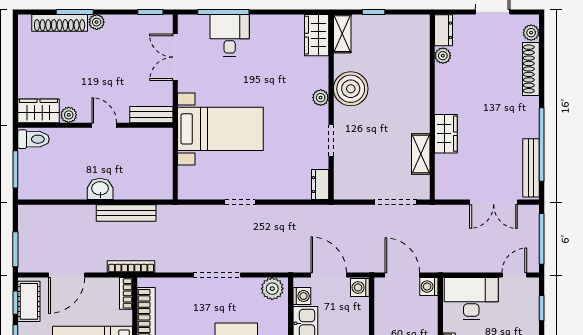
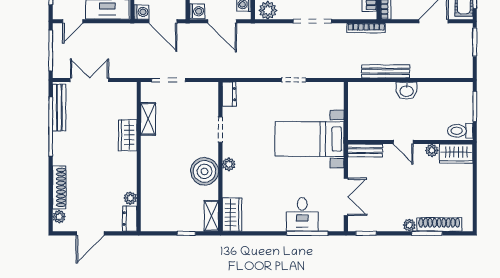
bookcase: (131, 267) -> (366, 28), moved

